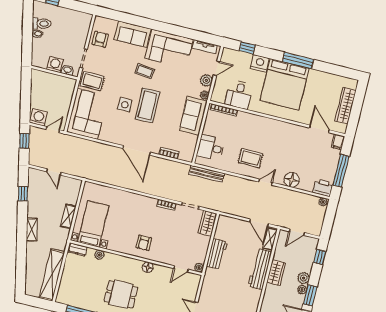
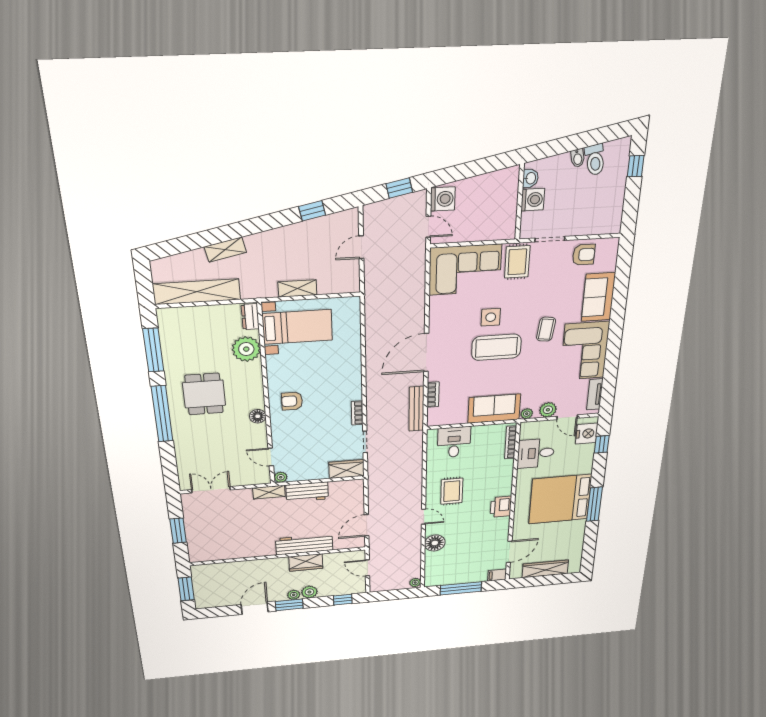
nightstand: (260, 63) -> (587, 434), moved
washbasin: (67, 70) -> (530, 178), moved
bench: (206, 174) -> (416, 409), moved
printer: (323, 188) -> (501, 507), moved, turned 180
shelving: (32, 230) -> (225, 250), moved
shelving: (270, 239) -> (269, 492), moved
plant: (99, 255) -> (246, 349), width x1.87, depth x1.87

